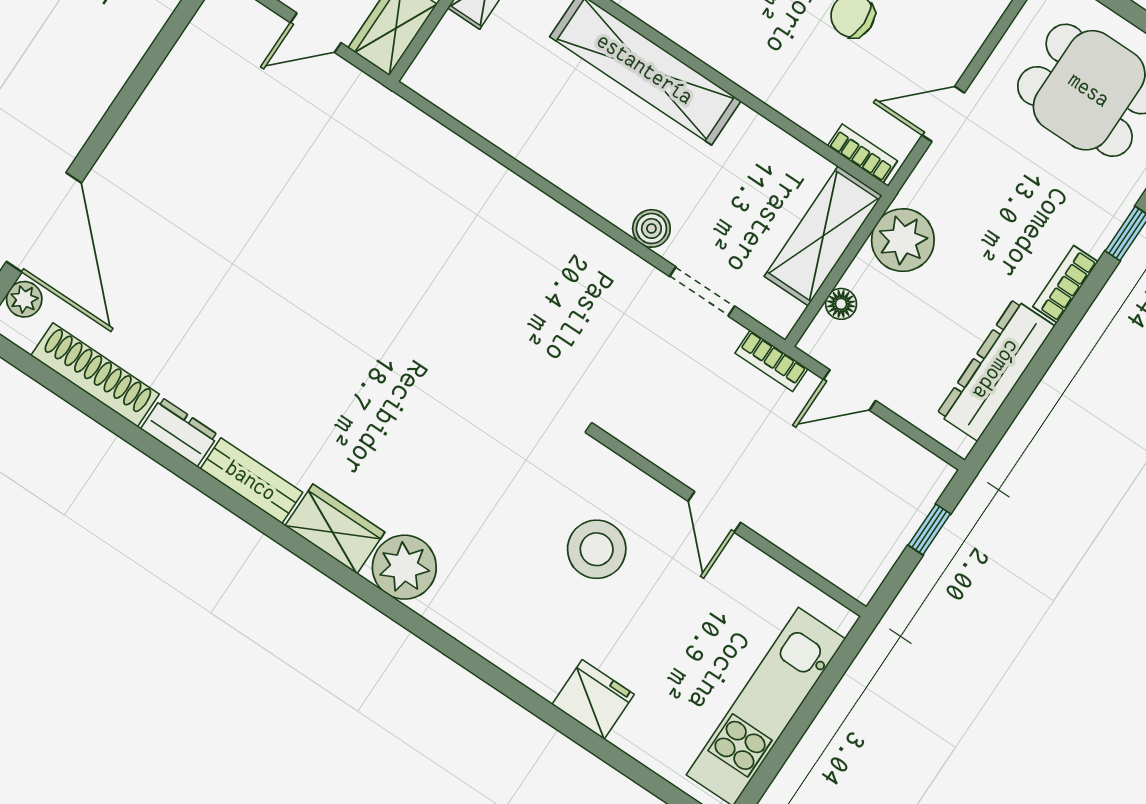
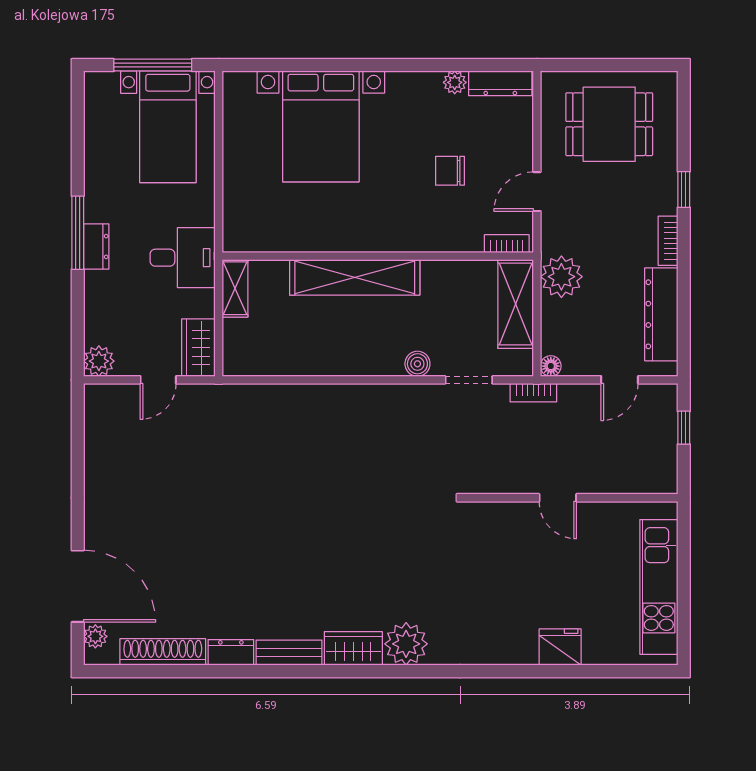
floor lamp: (841, 304) -> (551, 366), moved
door: (850, 390) -> (620, 380), moved
stool: (597, 549) -> (506, 562), removed

